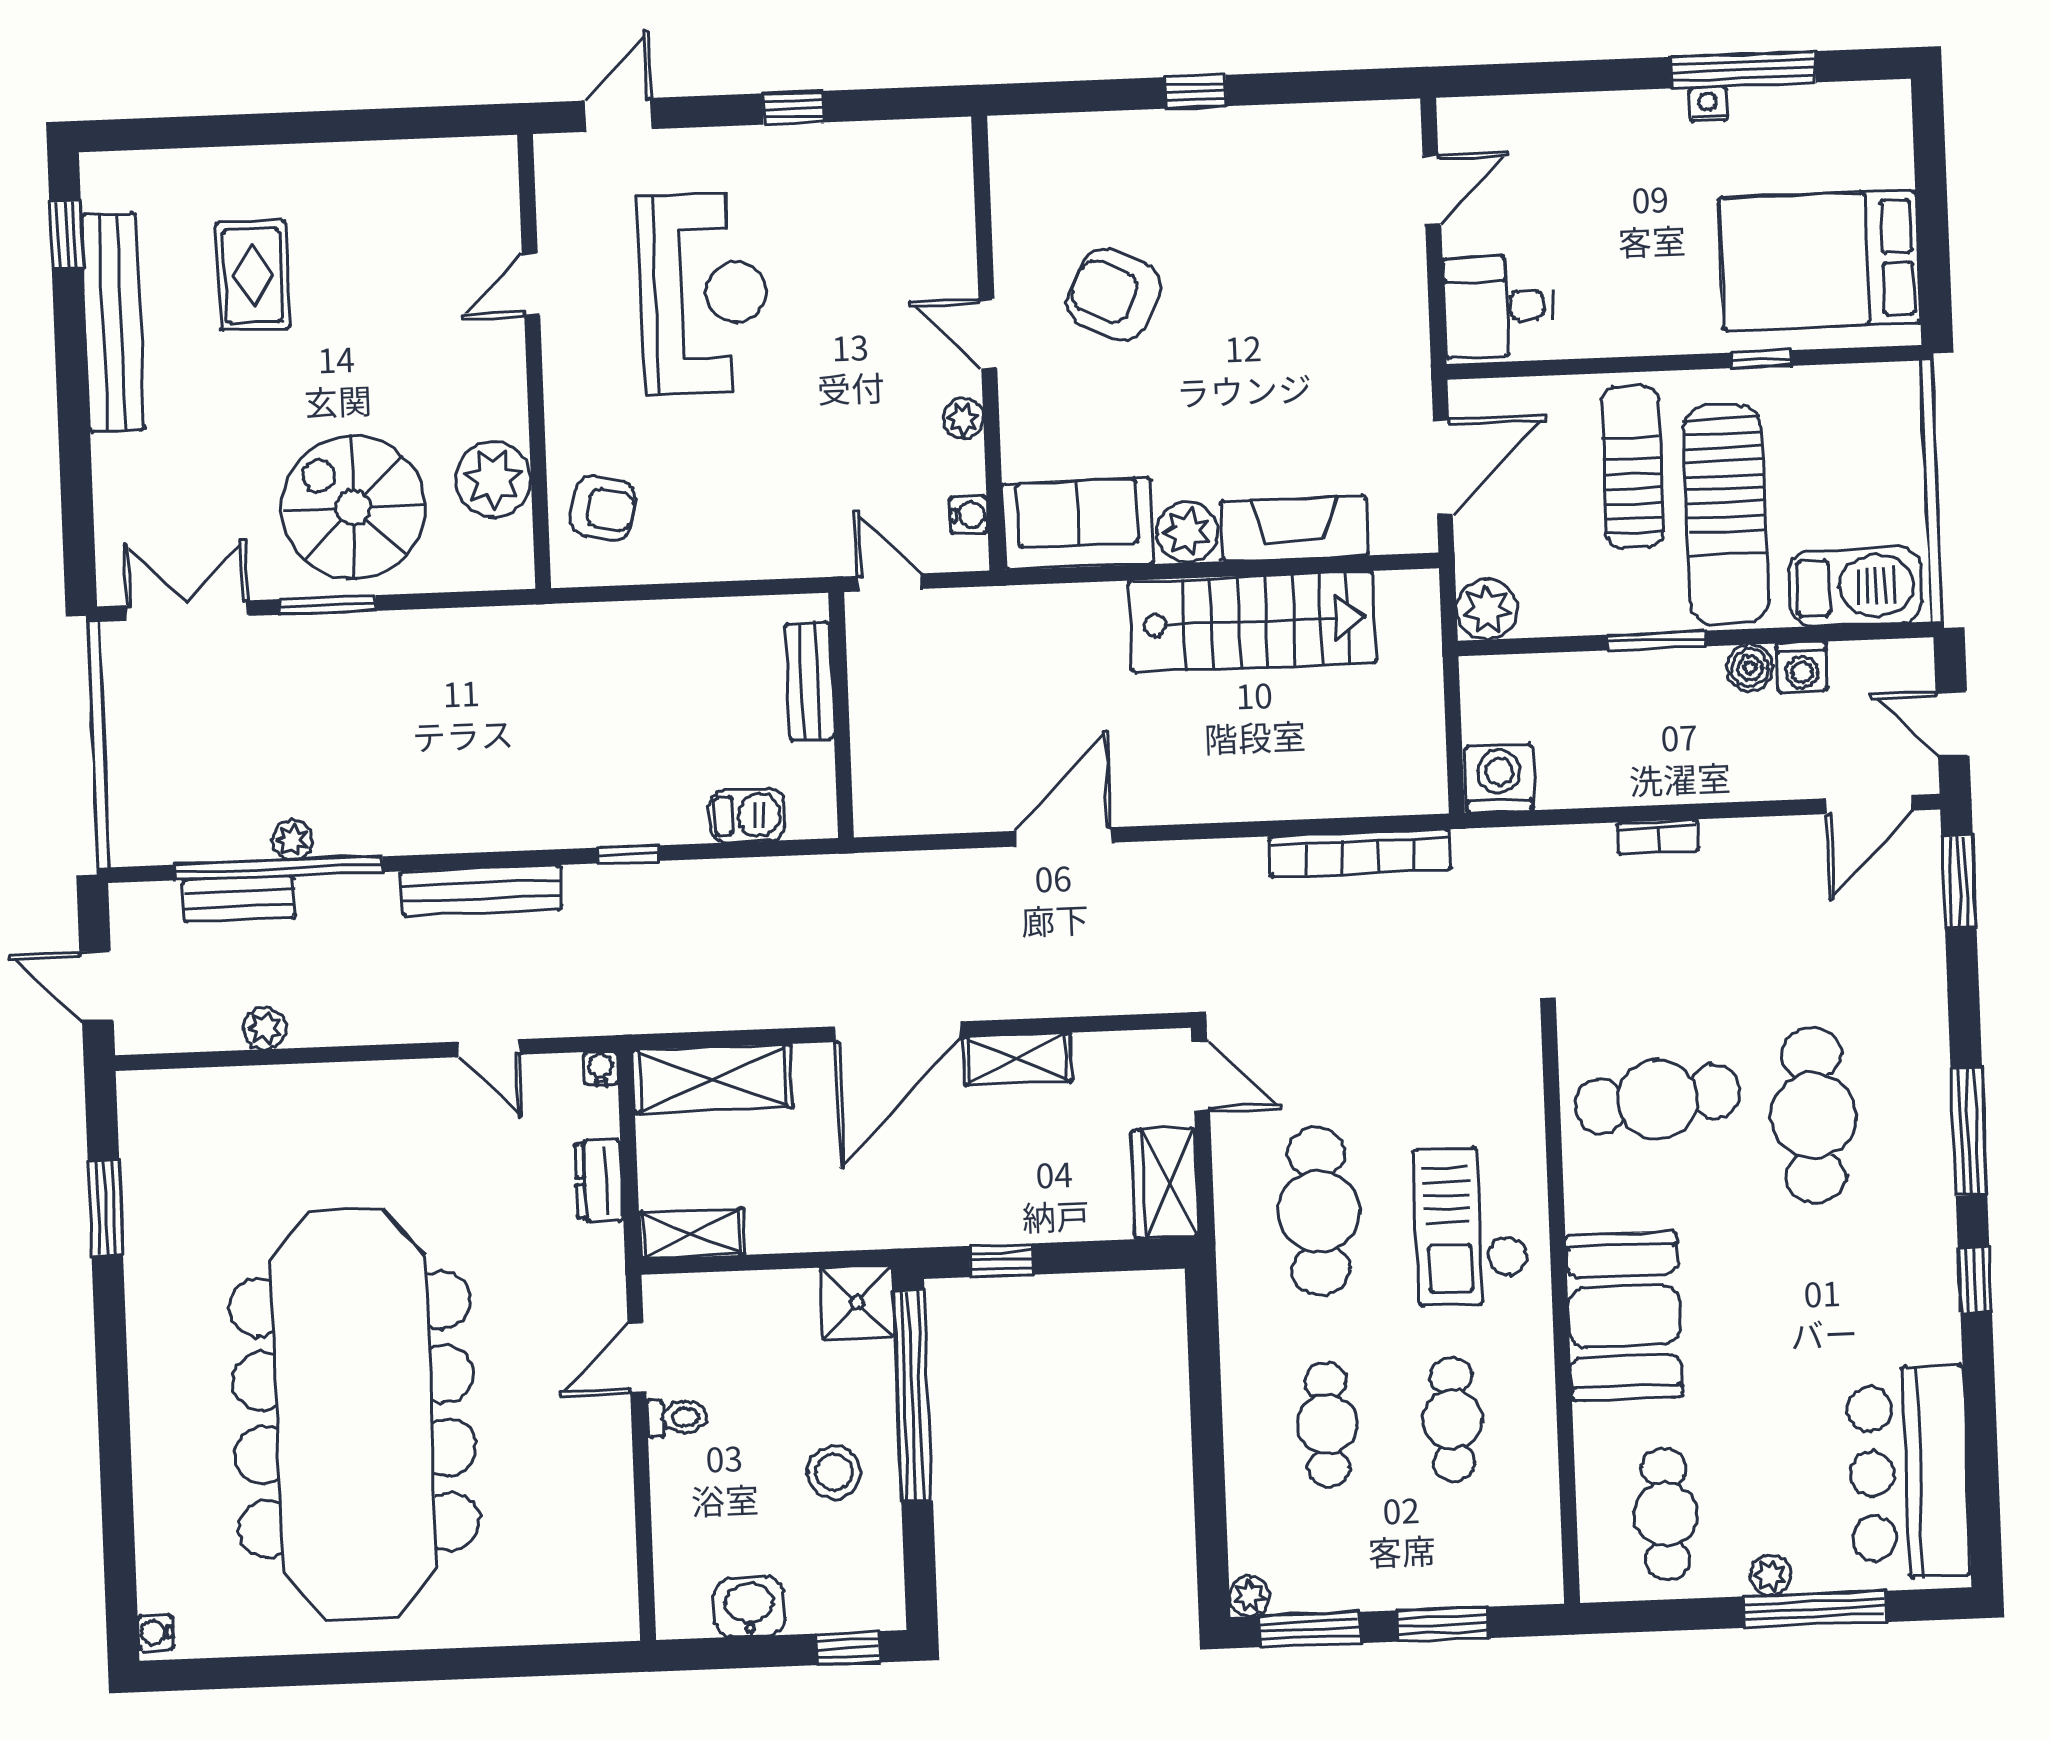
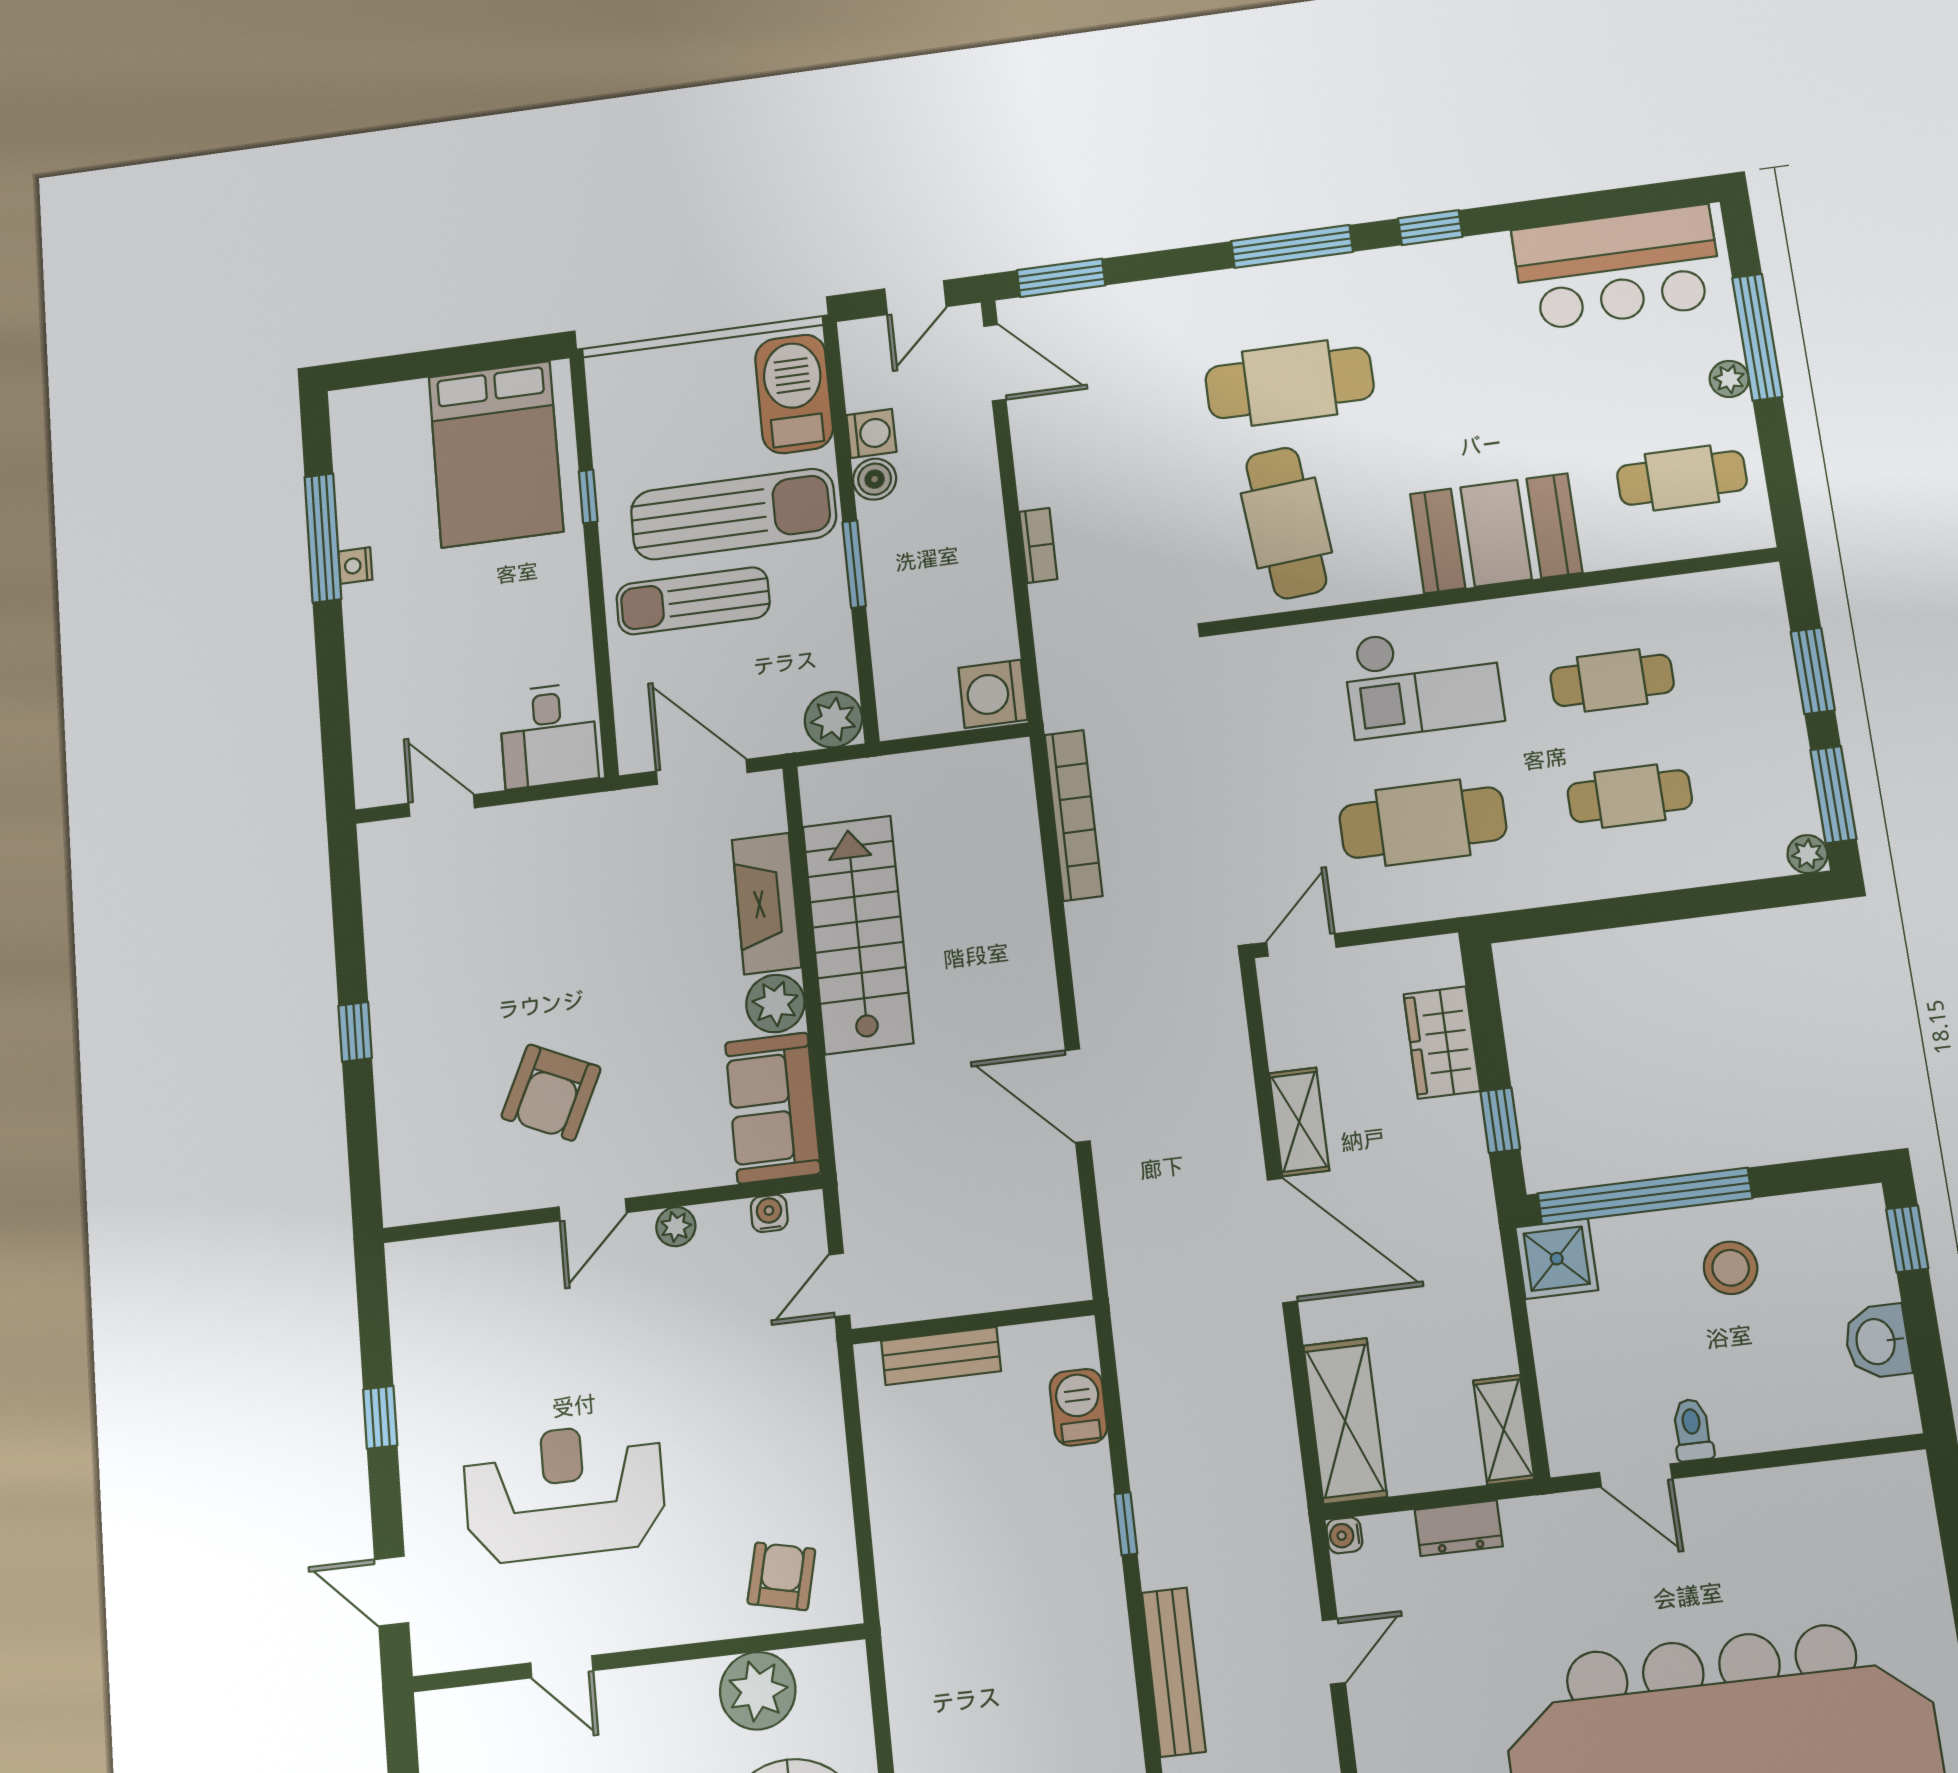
wardrobe: (1165, 1183) -> (1442, 1042), moved, turned 90

